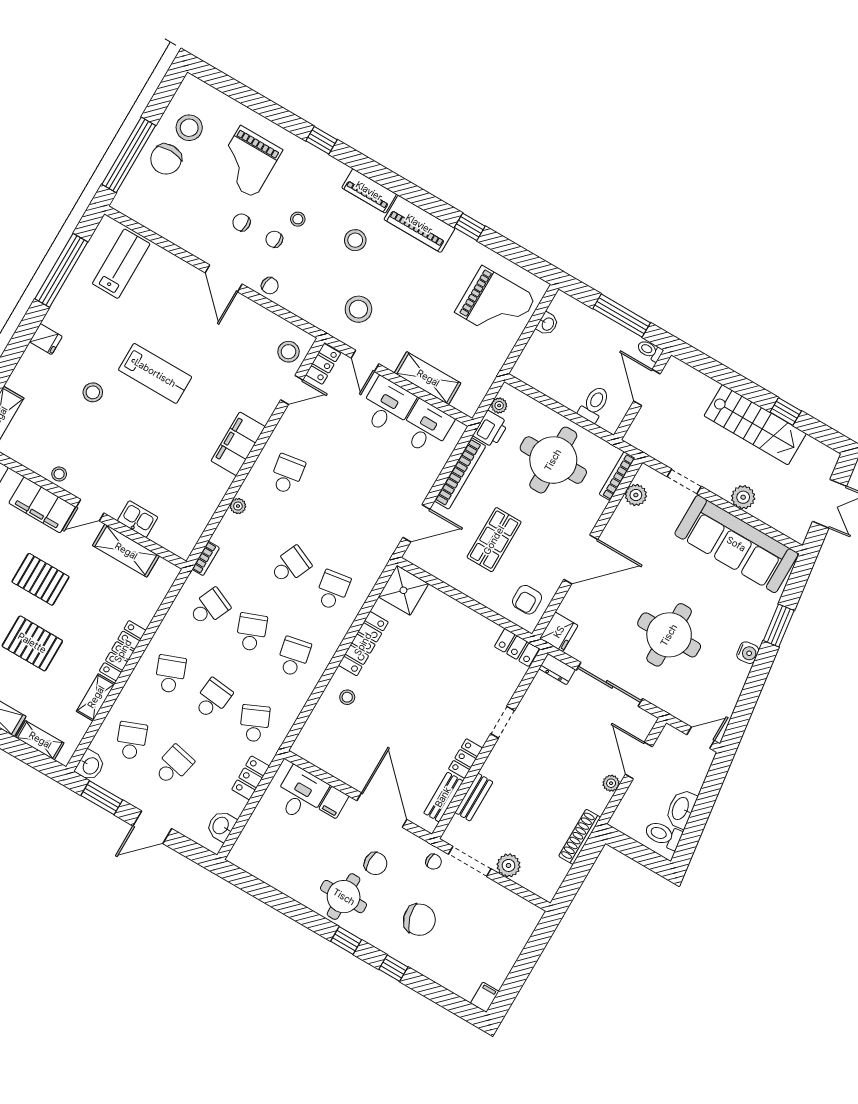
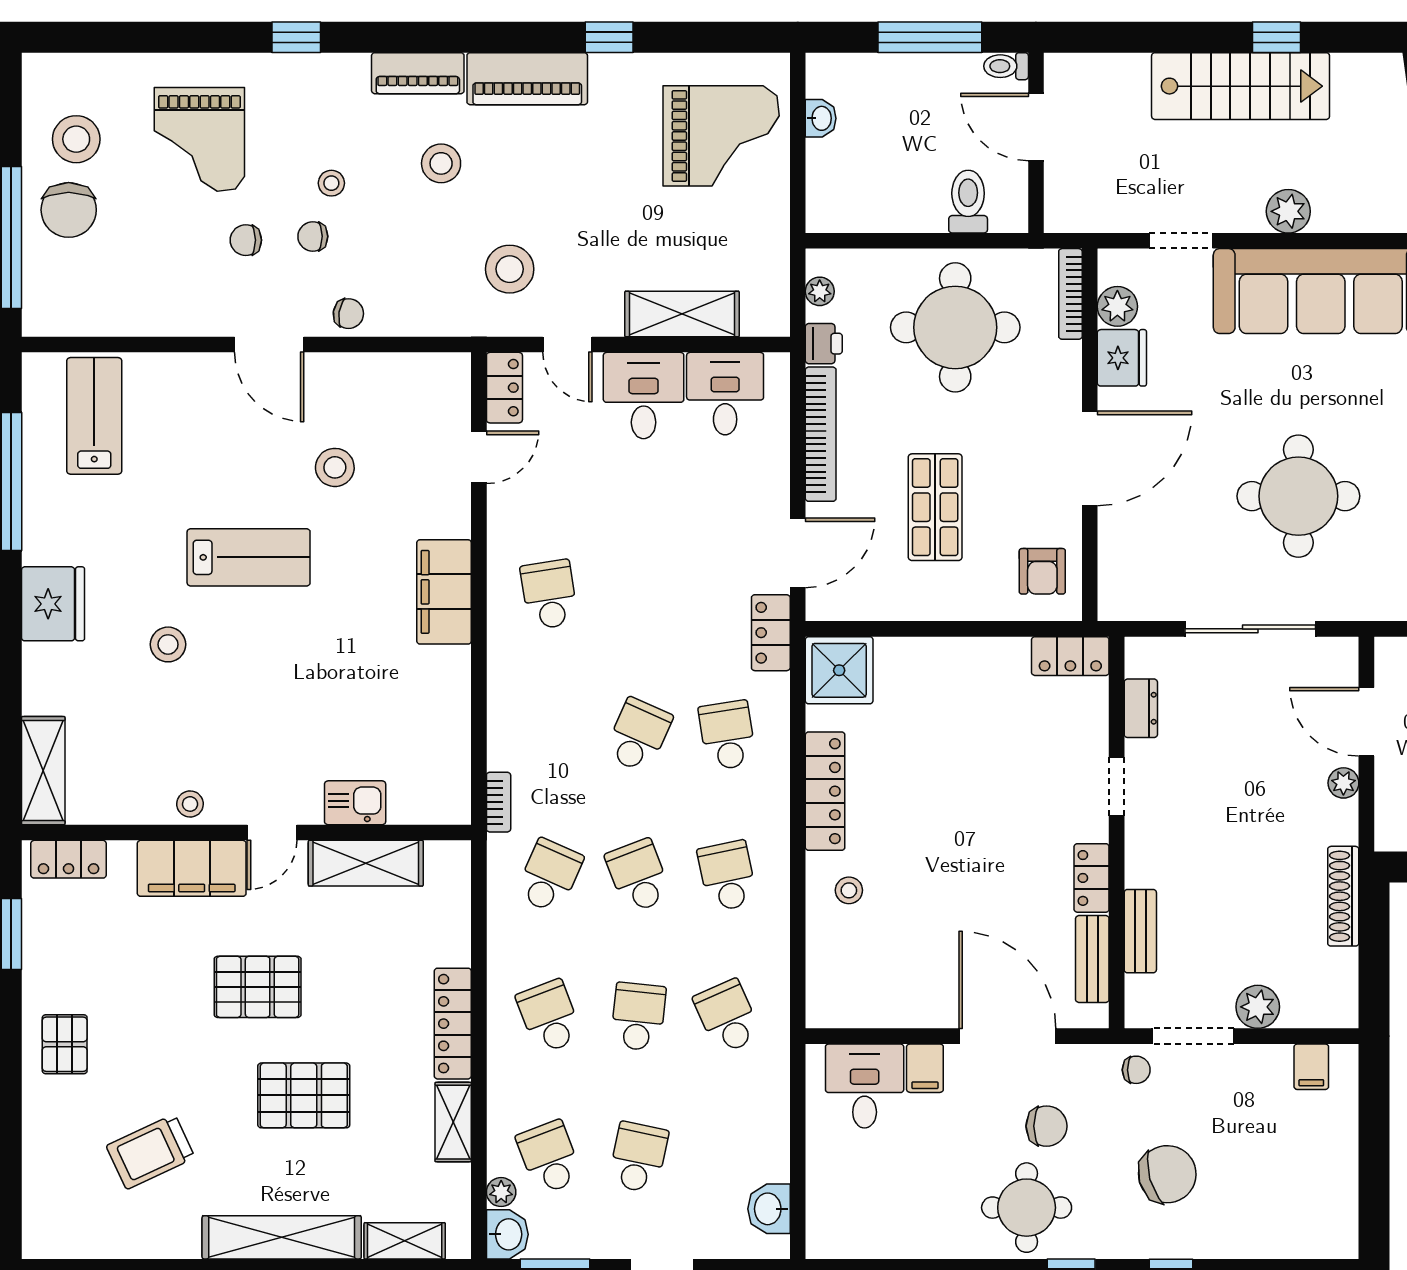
fridge: (46, 339) -> (53, 604), width x1.88, depth x1.34
stool: (289, 352) -> (335, 467), moved
printer: (491, 429) -> (824, 344), width x0.73, depth x0.81
plant: (238, 506) -> (501, 1192), moved
fridge: (559, 632) -> (1122, 358), moved
dresser: (557, 669) -> (1141, 708), moved, turned -90
locker: (250, 778) -> (771, 633), moved
filing cabinet: (485, 997) -> (1311, 1067), moved, turned 180

